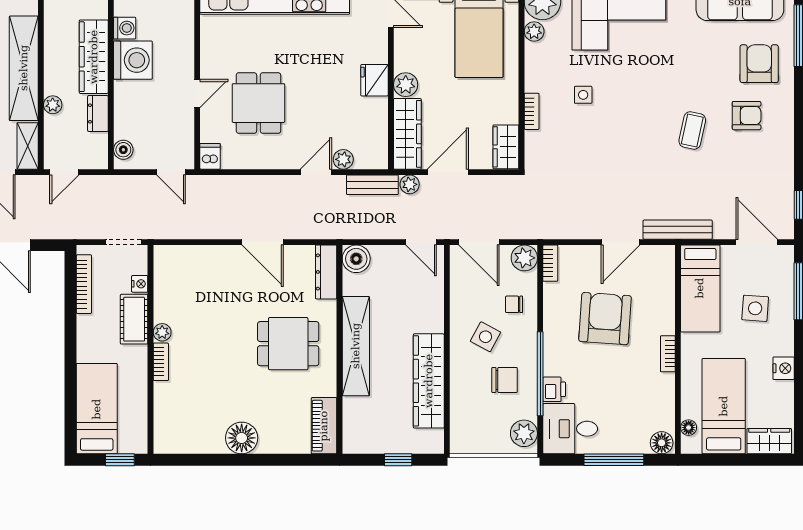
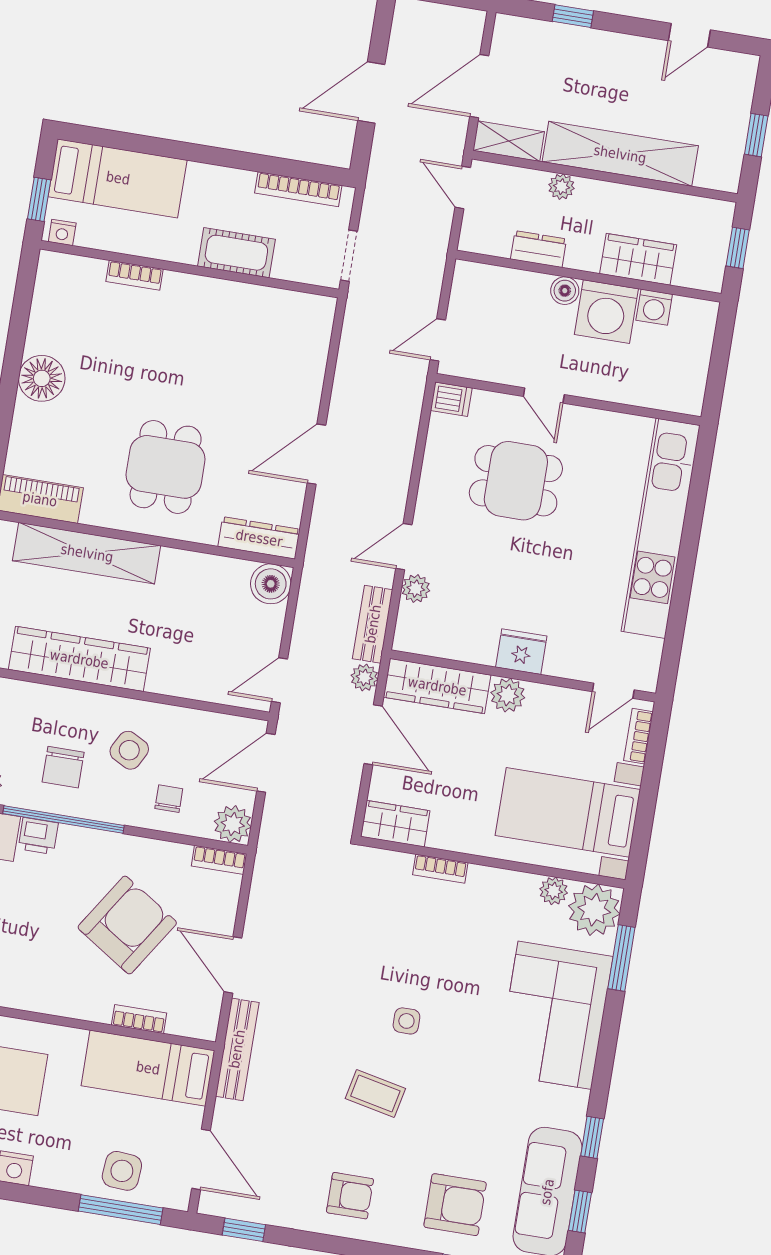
wardrobe: (94, 57) -> (638, 259), width x0.67
side table: (583, 95) -> (406, 1021), moved
armchair: (747, 116) -> (350, 1196), moved, turned -90
boiler: (123, 150) -> (565, 291), moved
door: (316, 172) -> (404, 547), swing flipped
door: (757, 242) -> (201, 1159), hinge flipped
nightstand: (140, 284) -> (62, 232), moved
side table: (755, 308) -> (122, 1171), moved
armchair: (605, 319) -> (127, 925), turned -61
plant: (162, 332) -> (211, 290), removed
shelving: (356, 346) -> (87, 553), moved
bookcase: (668, 354) -> (139, 1019), moved
bookcase: (161, 362) -> (135, 275), moved

